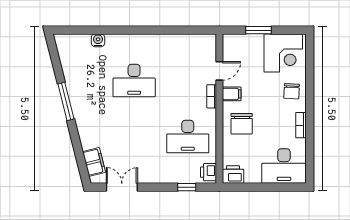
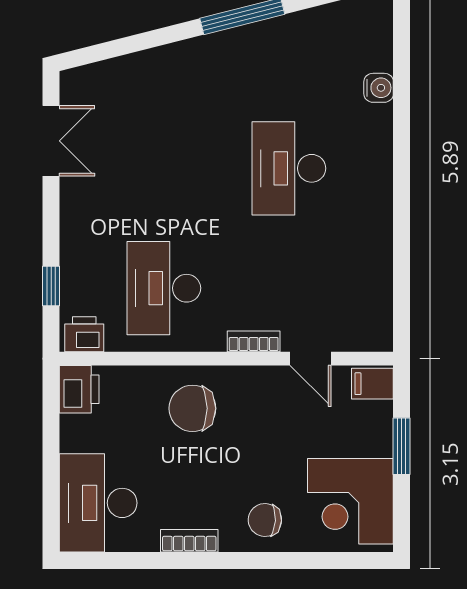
filing cabinet: (232, 94) -> (372, 384), moved, turned 90
filing cabinet: (94, 162) -> (107, 79), removed

